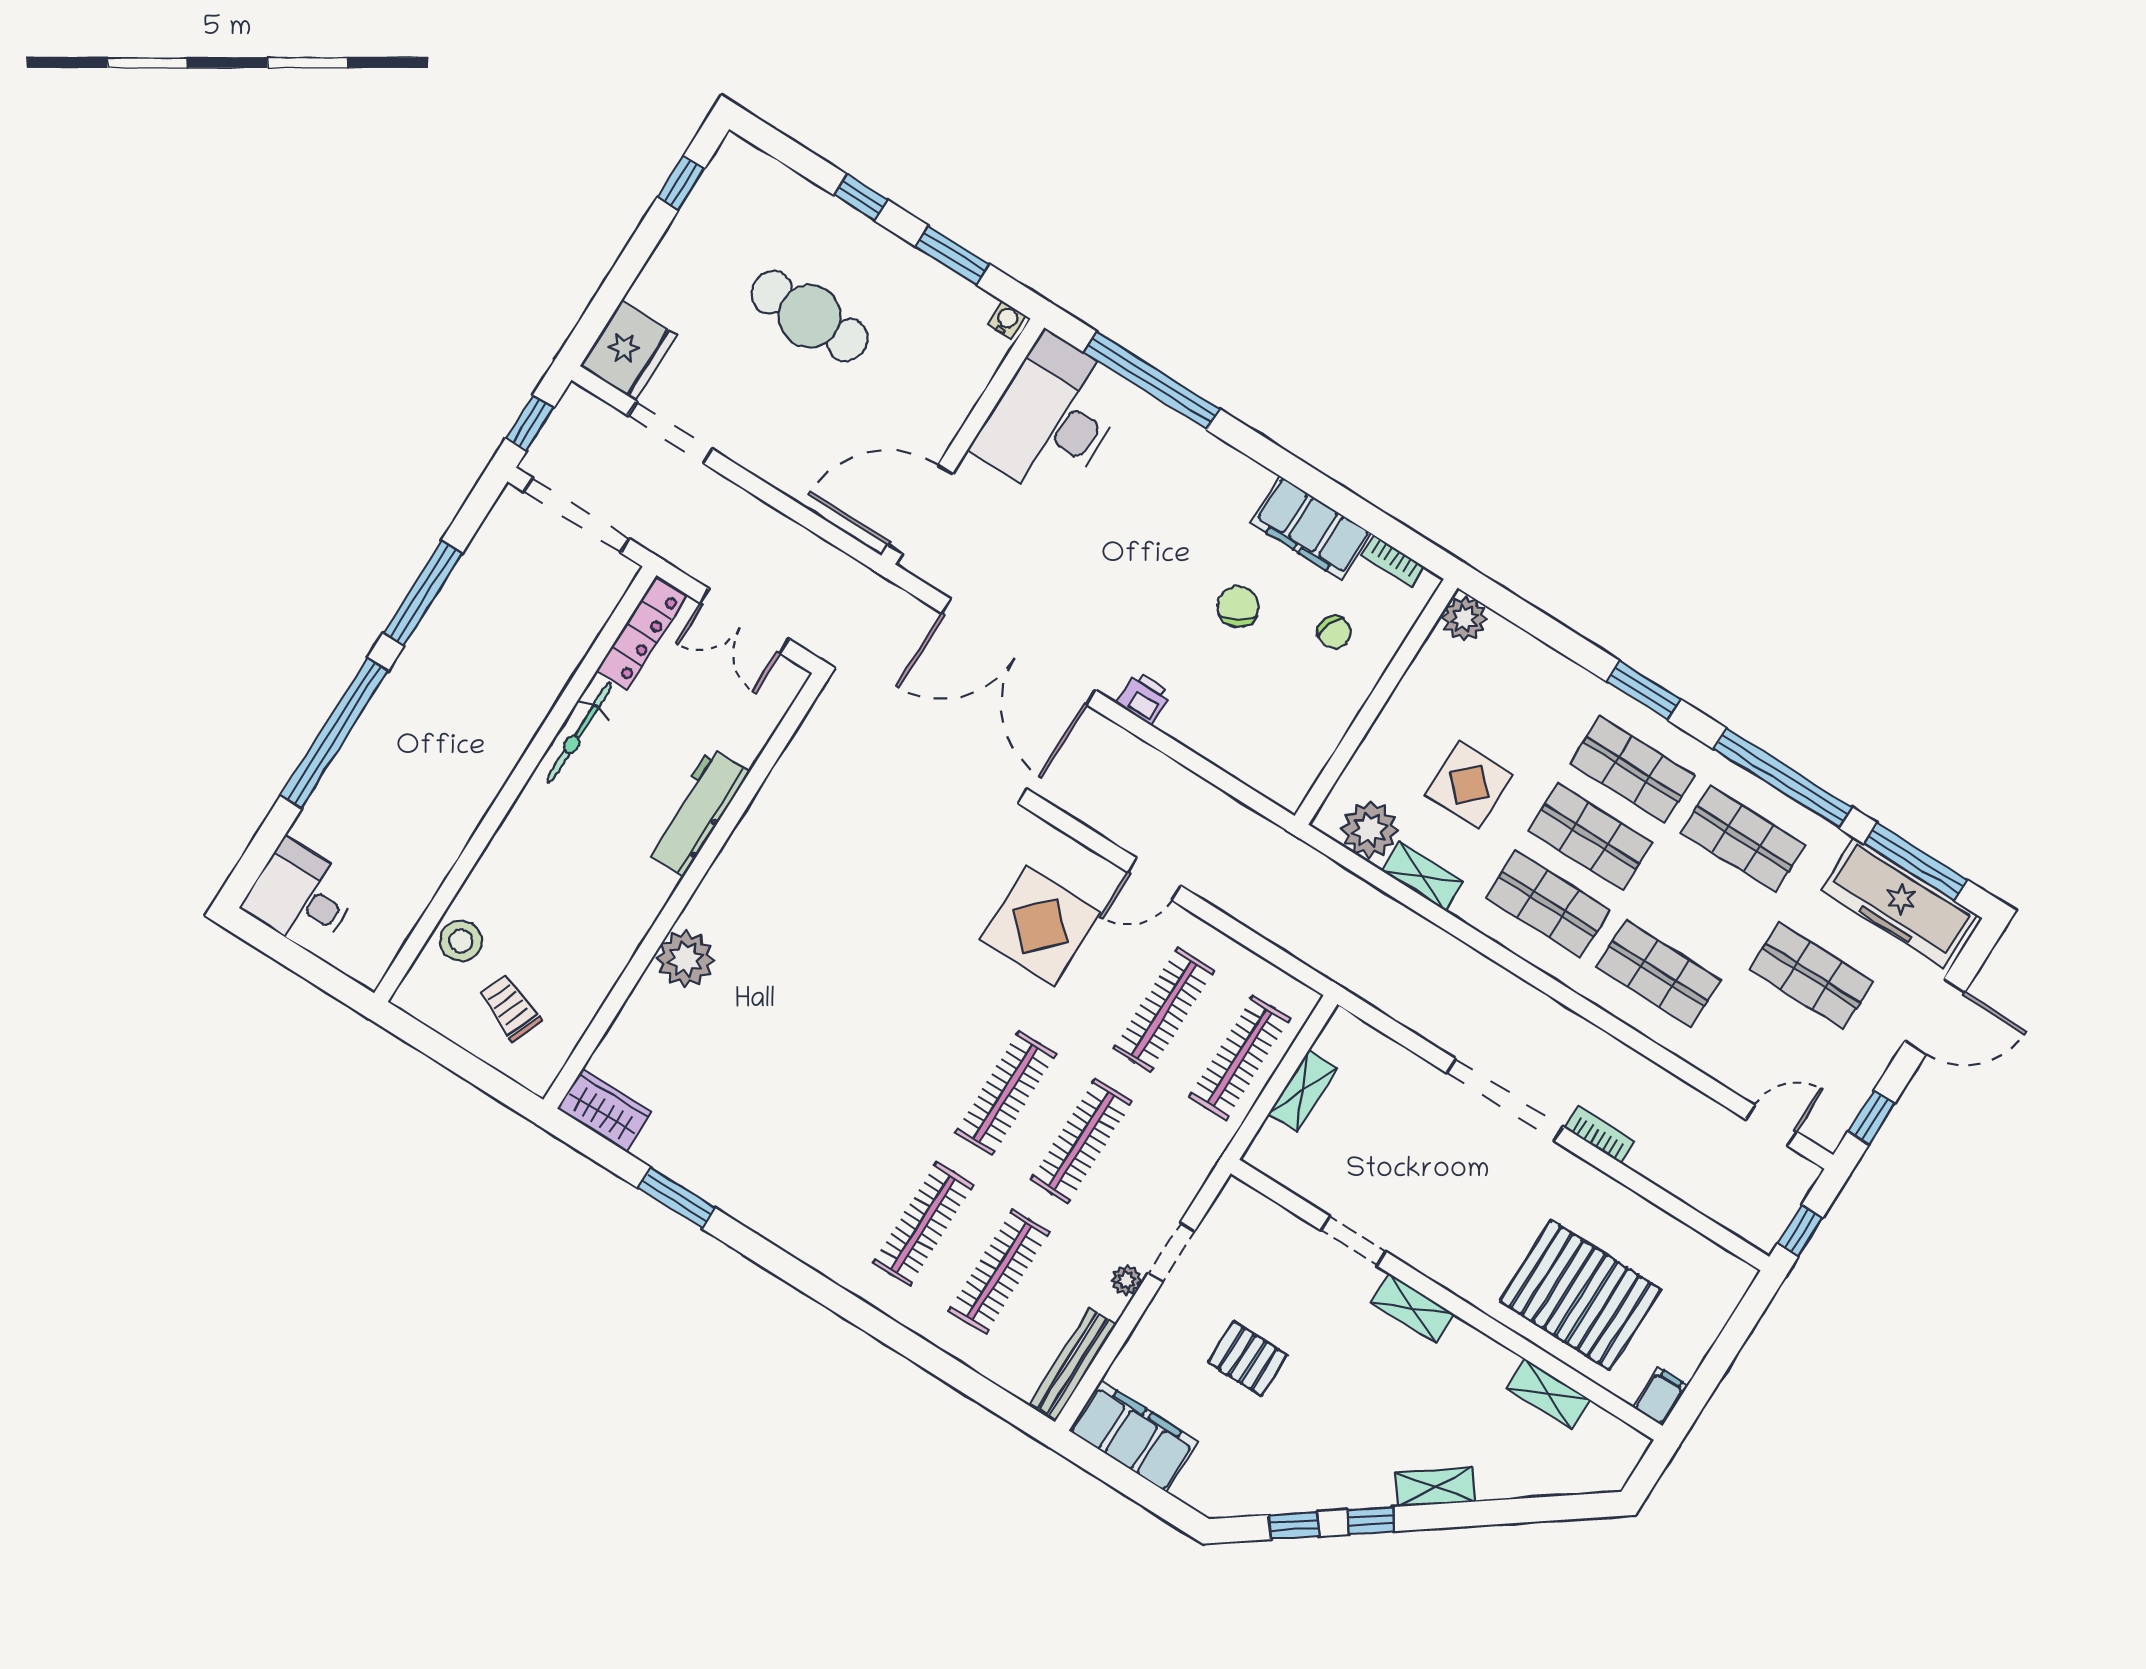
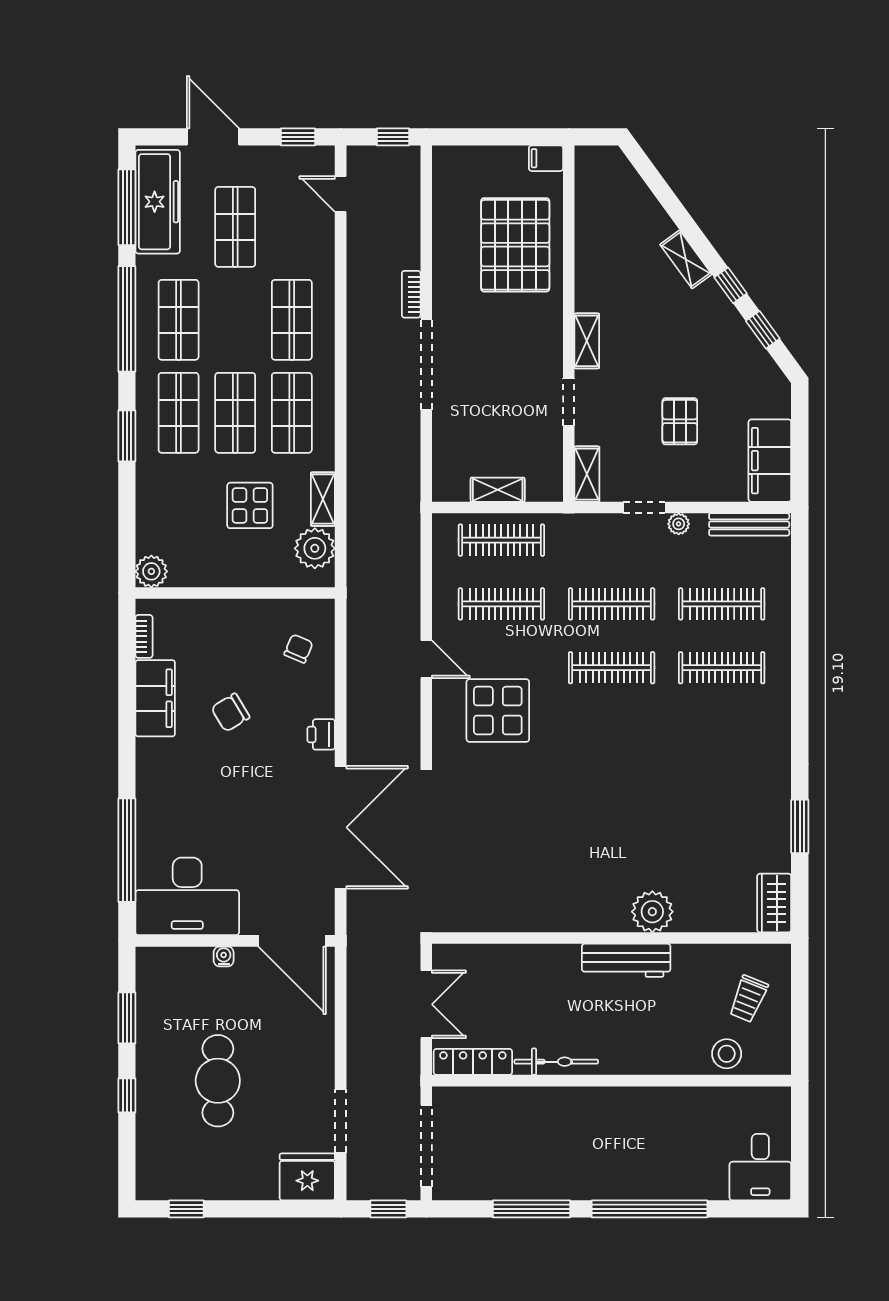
water cooler: (1007, 320) -> (224, 957), moved, turned 90
chair: (1334, 632) -> (298, 649), moved
workbench: (697, 812) -> (626, 960), moved
shelving: (1548, 1394) -> (587, 474), moved

